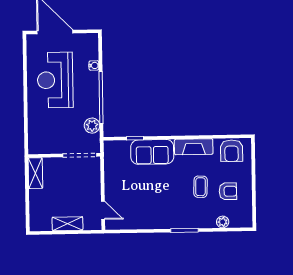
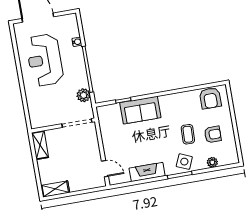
fireplace: (194, 147) -> (147, 172), moved, turned 180
side table: (192, 216) -> (184, 162), added
shelving: (67, 224) -> (55, 189), moved

